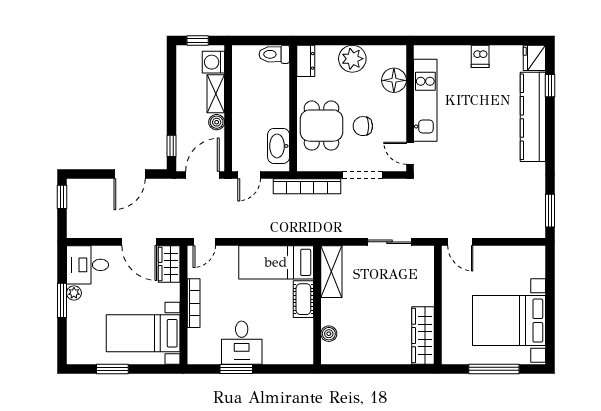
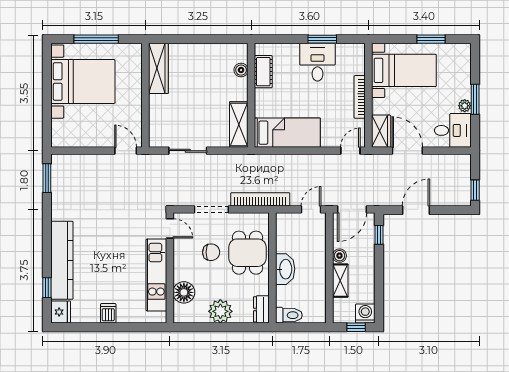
washing machine: (213, 62) -> (365, 314), moved, turned -90
washbasin: (279, 146) -> (285, 269), moved
cot: (303, 299) -> (263, 72), moved

